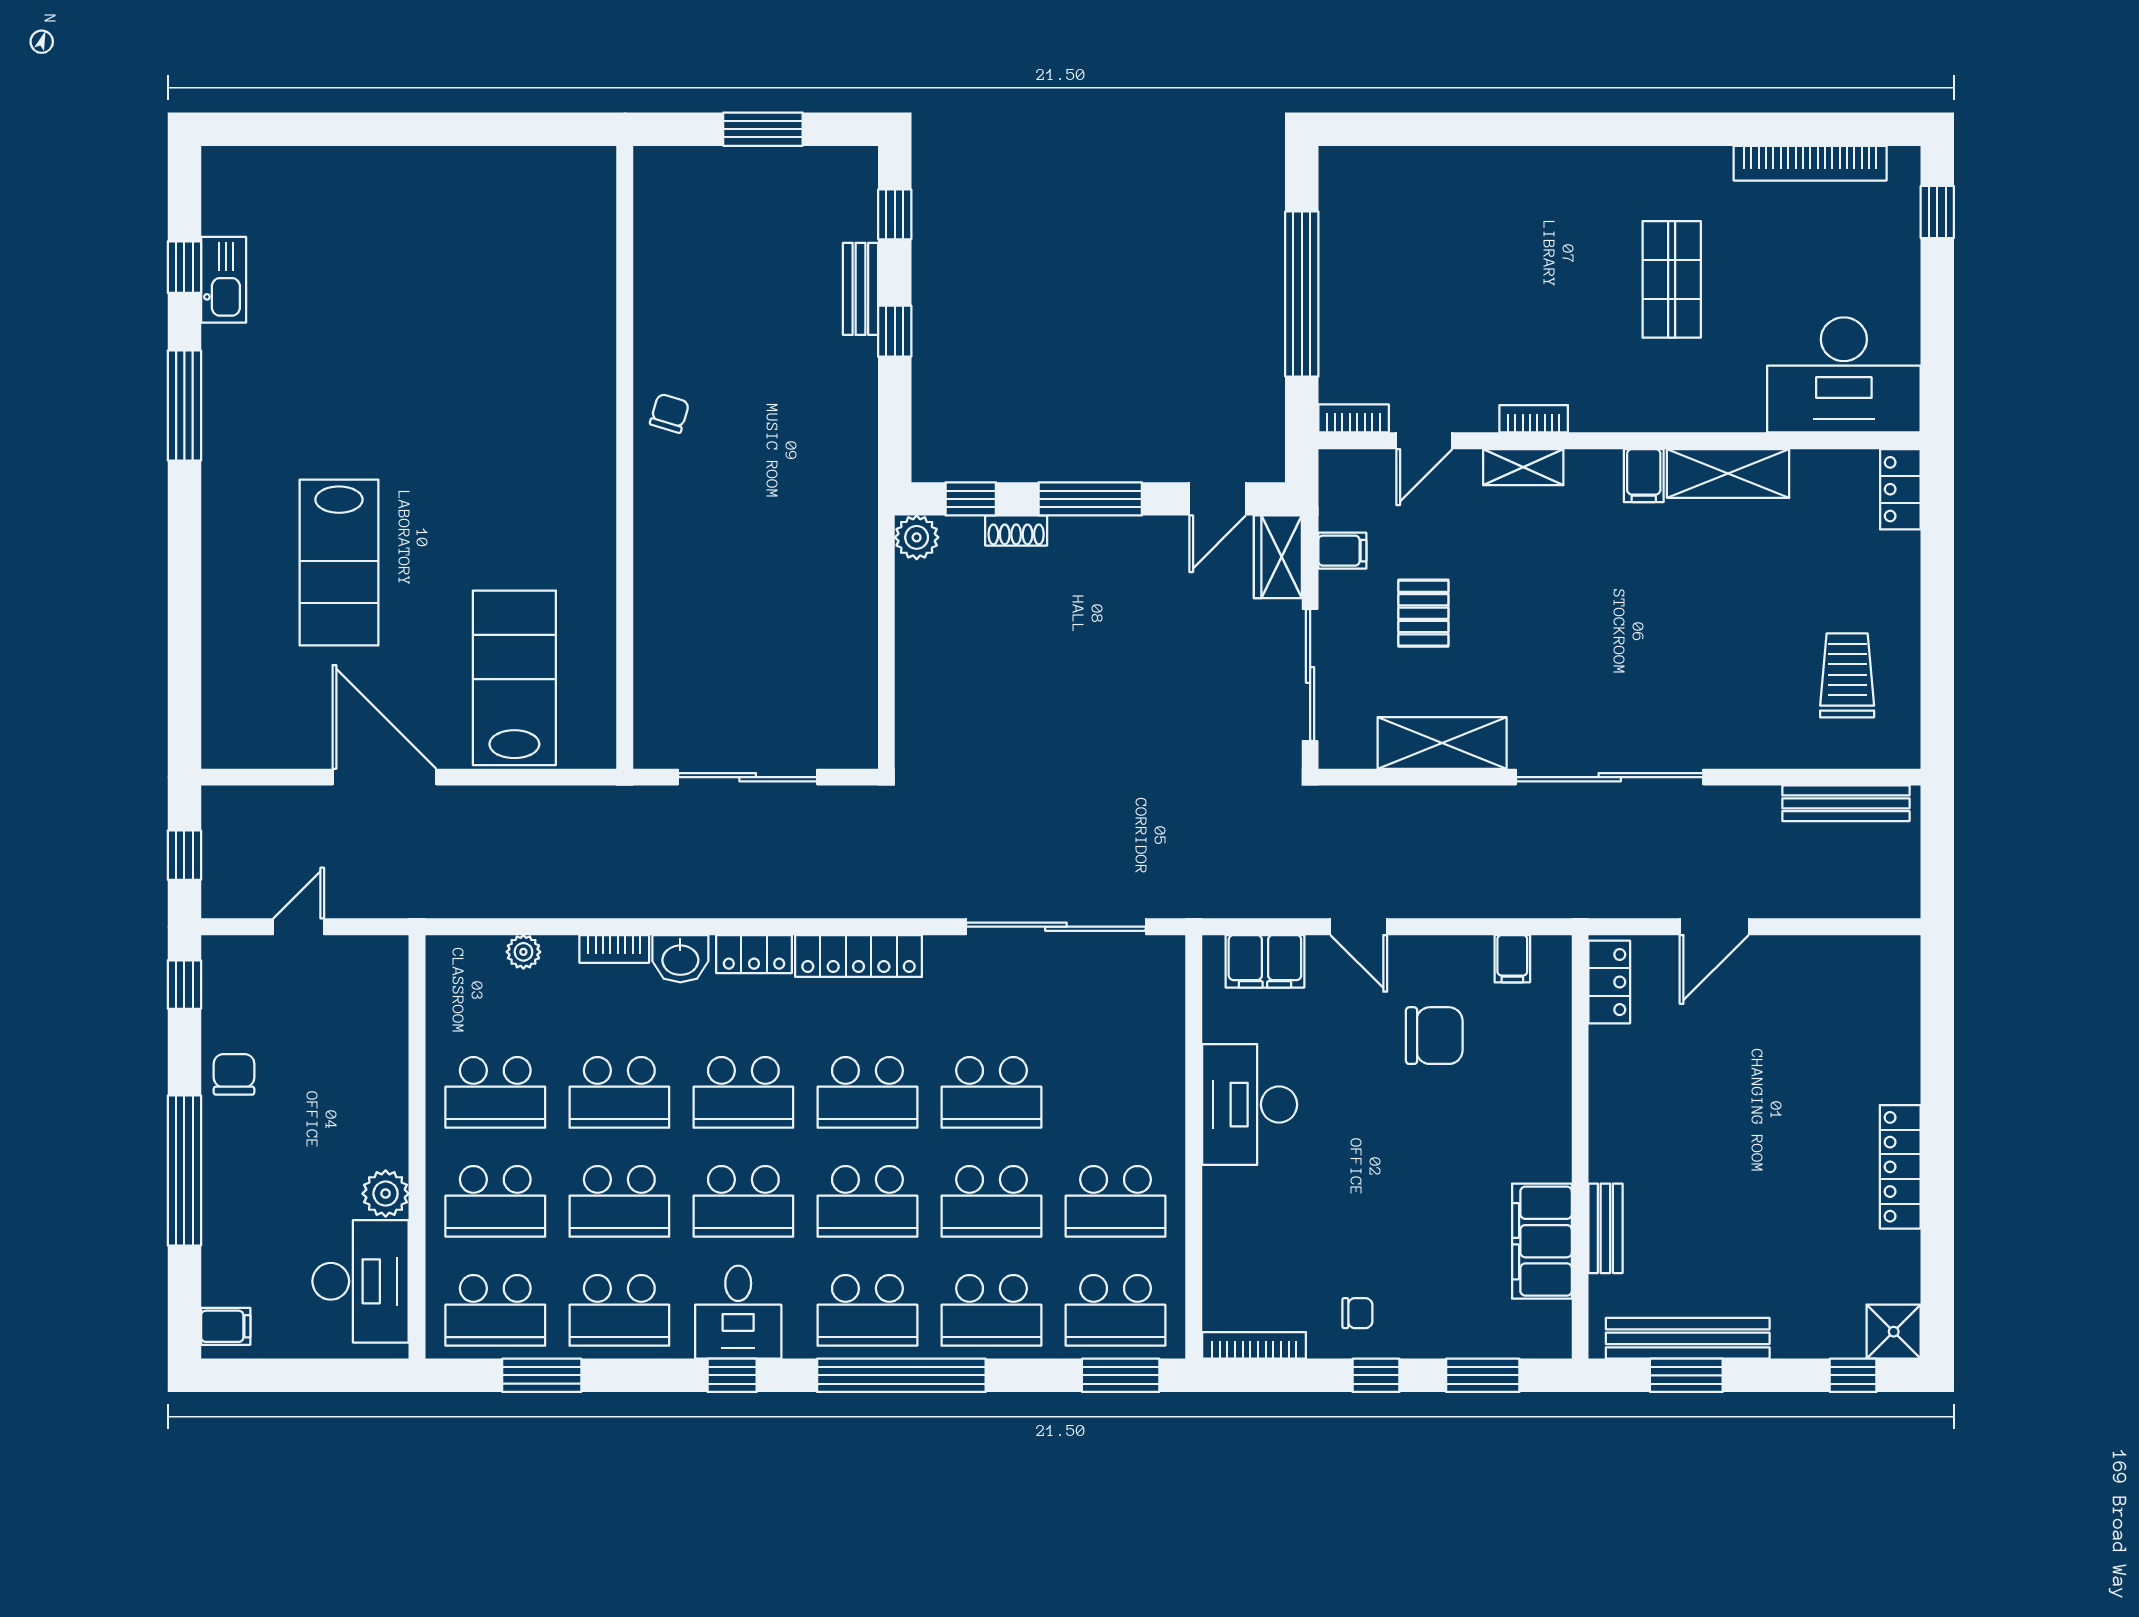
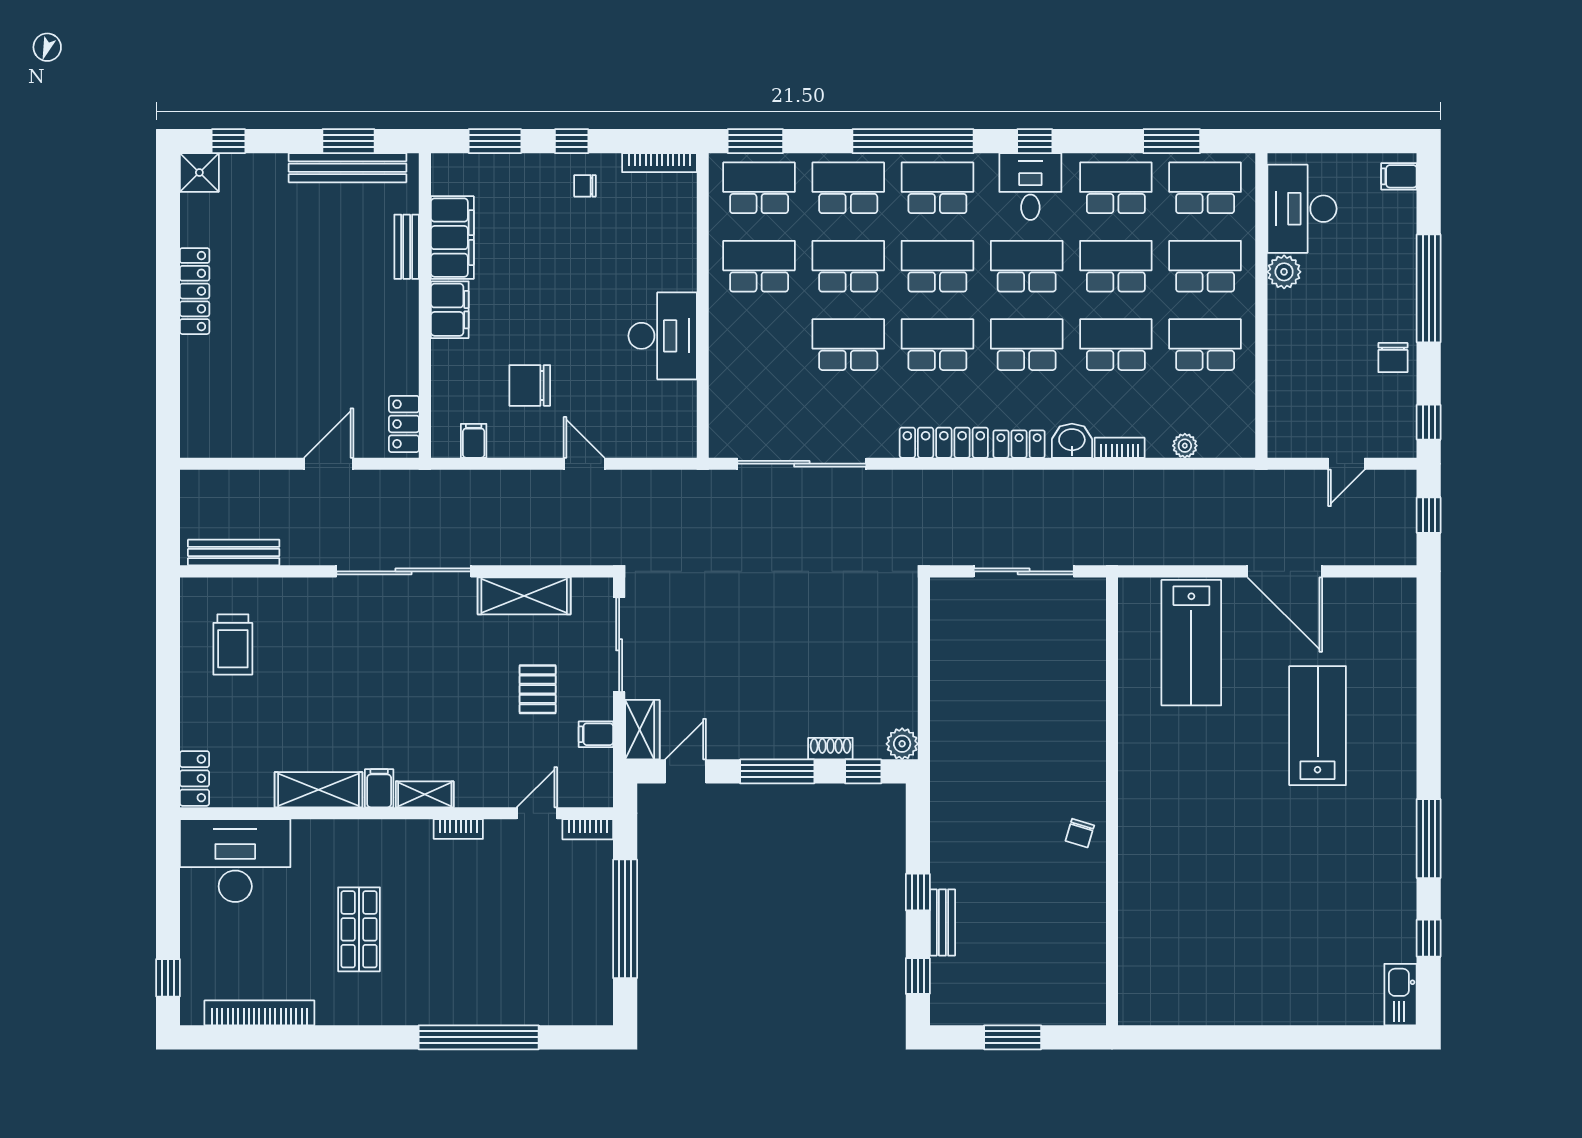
window: (1505, 129) -> (479, 1037), added
kitchen sink: (224, 280) -> (1400, 995), moved
shelving: (1523, 467) -> (425, 794), moved
filing cabinet: (1265, 961) -> (450, 310), moved, turned 90

